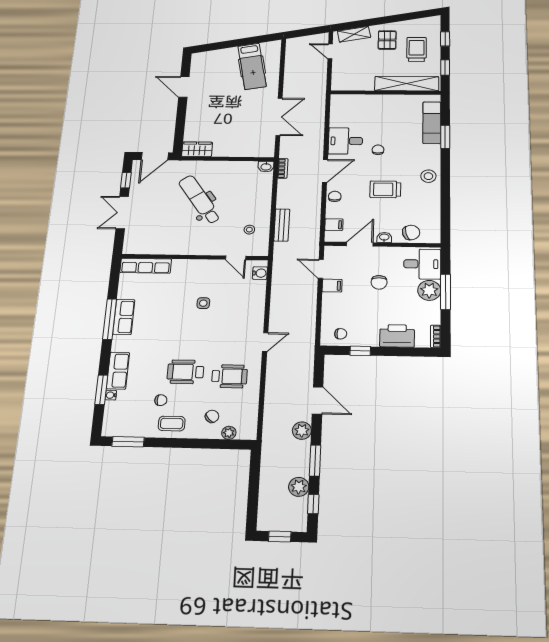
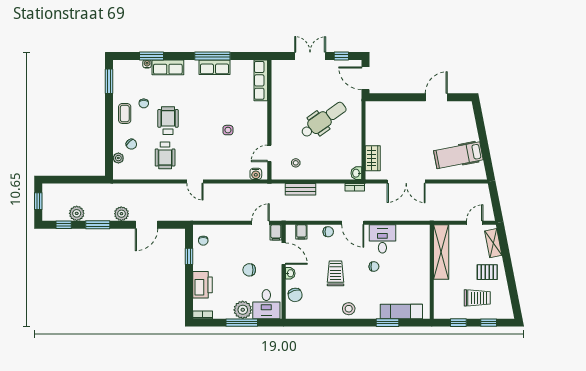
shelving: (407, 84) -> (441, 252), moved
wardrobe: (197, 149) -> (373, 158), moved
filing cabinet: (332, 286) -> (276, 232), moved

